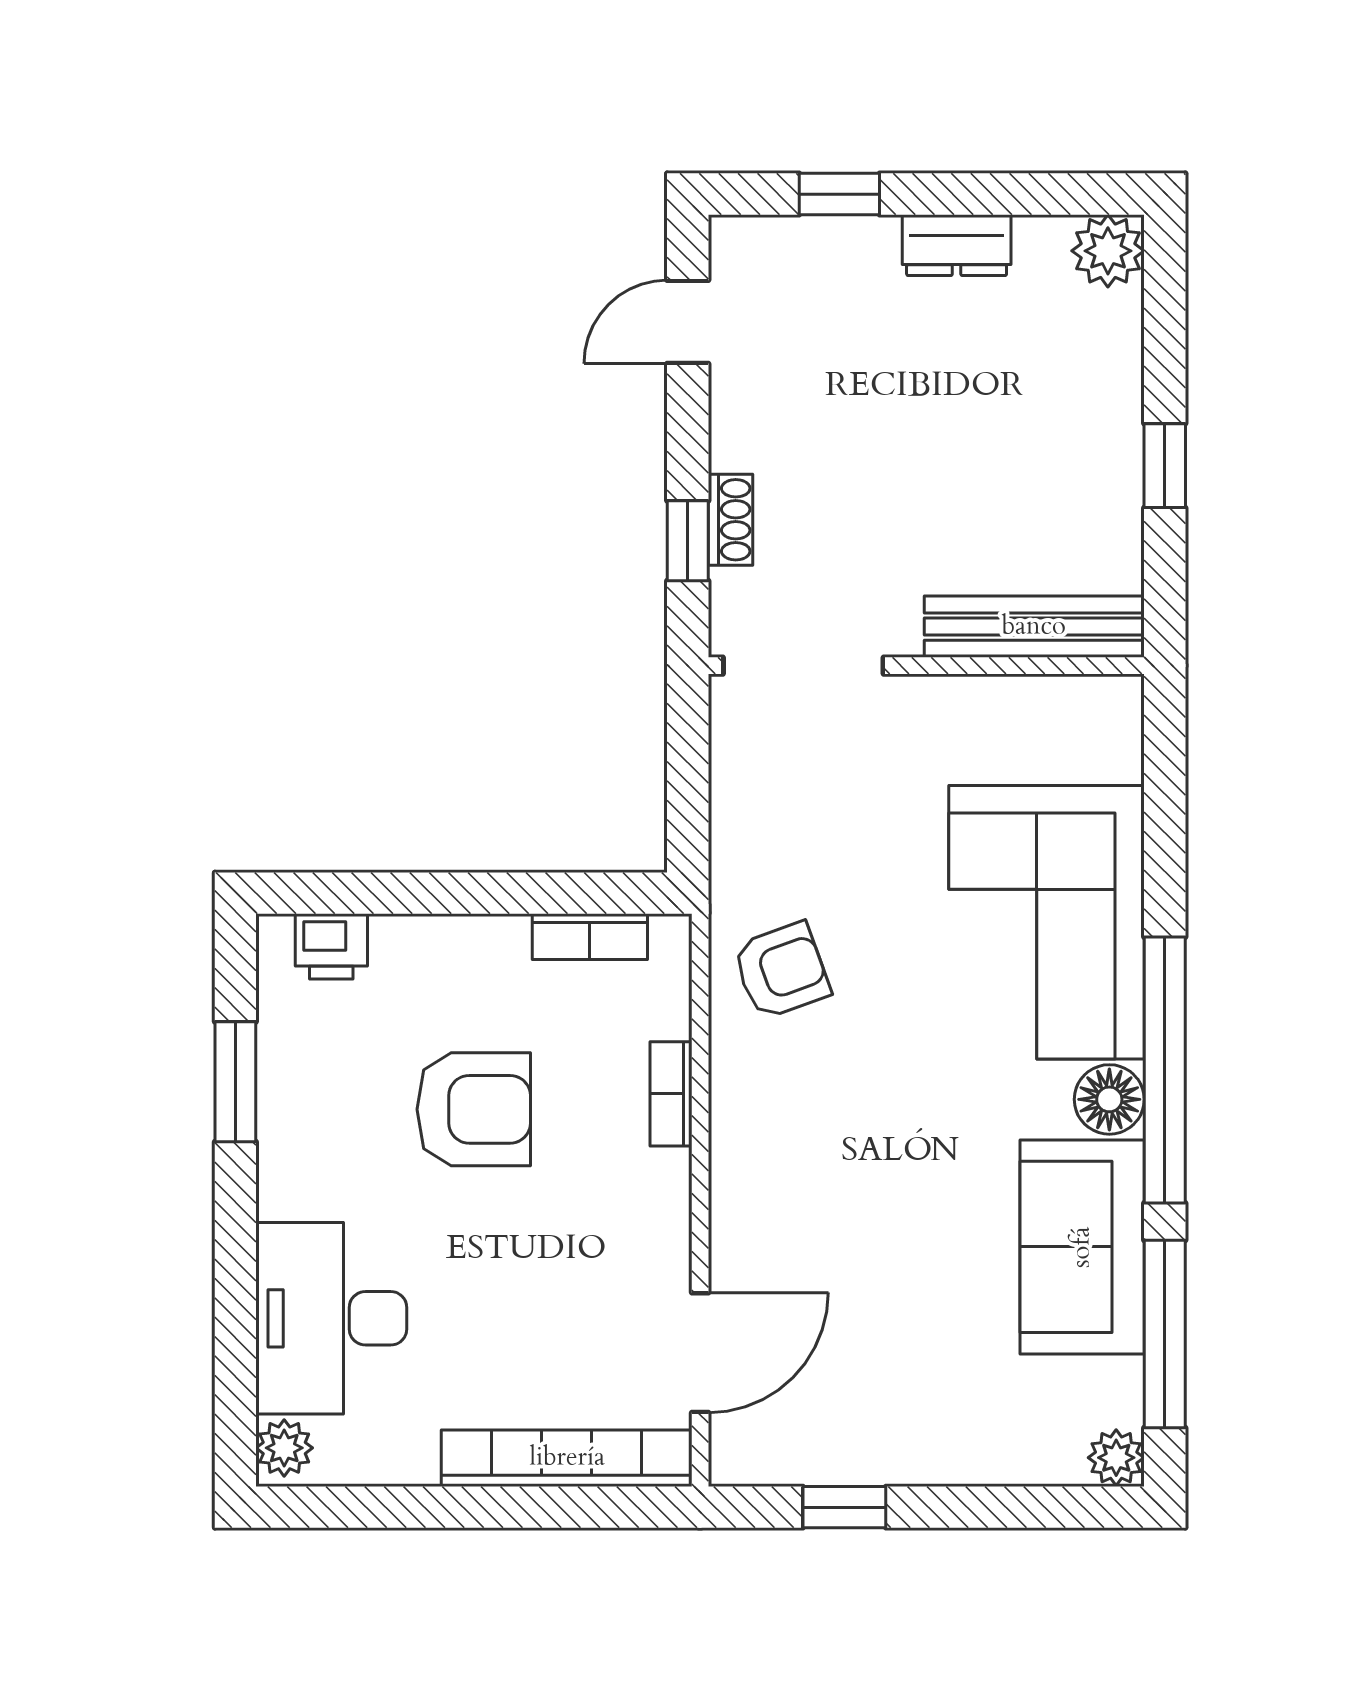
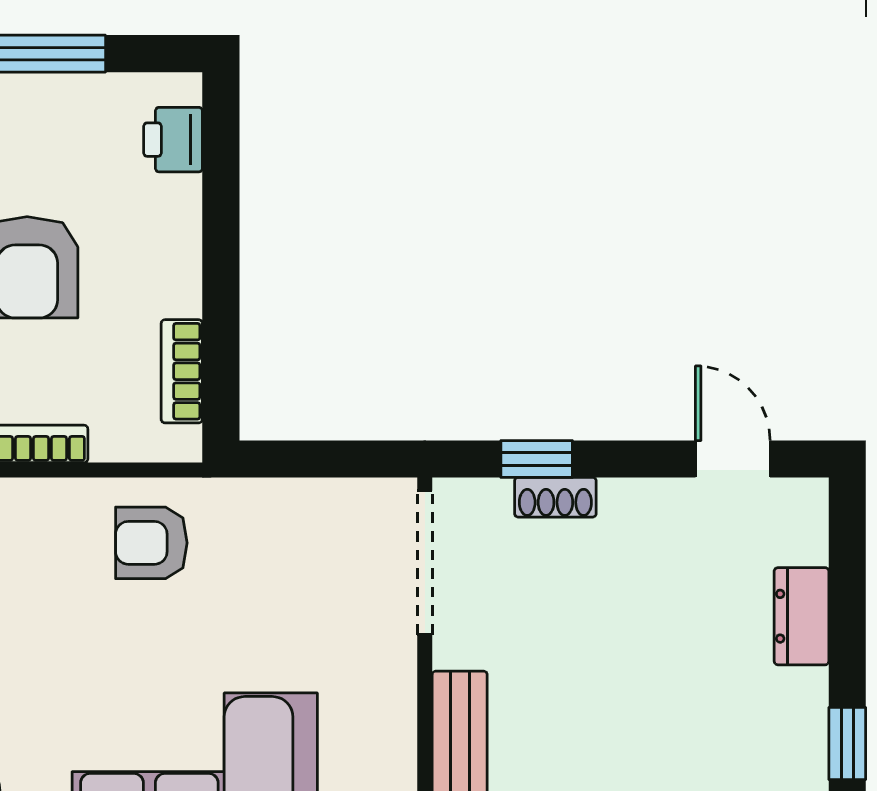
window: (839, 194) -> (847, 743), moved
dresser: (957, 245) -> (802, 616), moved
armchair: (781, 971) -> (151, 543), turned 110

